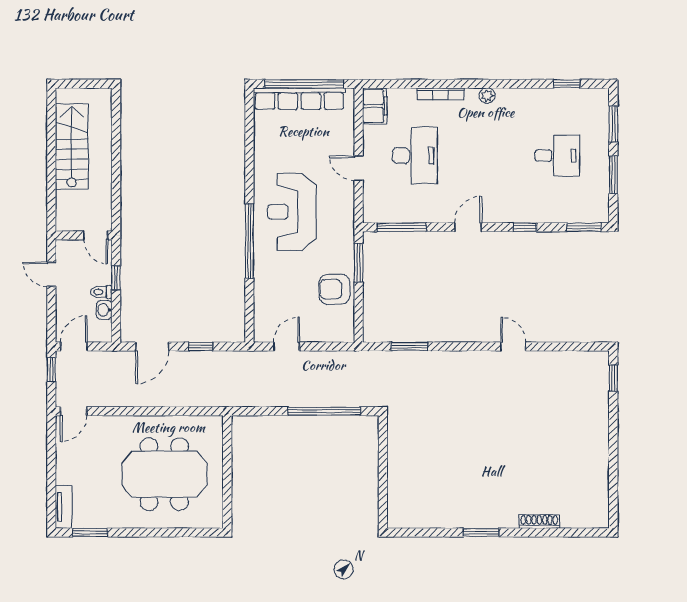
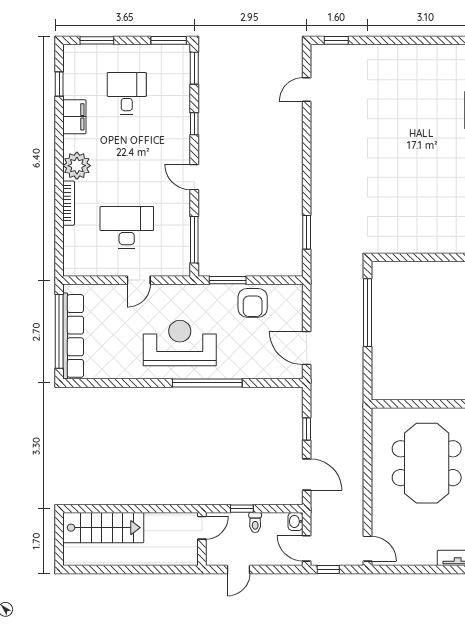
plant: (487, 96) -> (77, 166), width x1.88, depth x1.88
filing cabinet: (375, 106) -> (74, 117), moved, turned 90
stairs: (72, 146) -> (103, 528), moved, turned 180
window: (613, 175) -> (169, 40), moved
reception desk: (292, 212) -> (180, 343), turned 180
washbasin: (104, 310) -> (295, 521), moved, turned 90
door: (287, 347) -> (307, 348), width x1.38
door: (513, 347) -> (307, 89), moved

